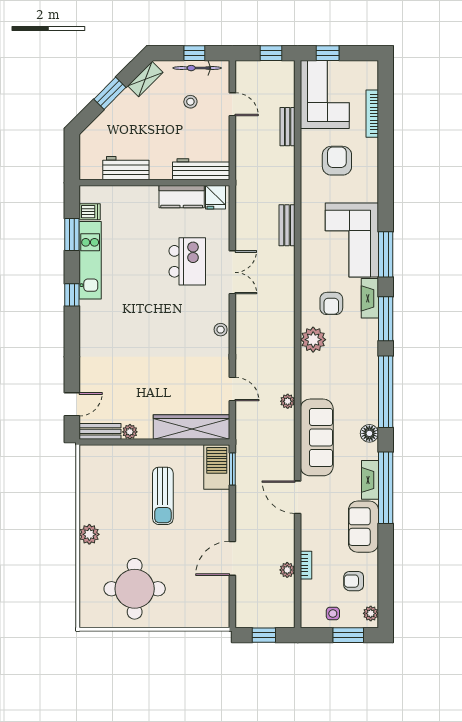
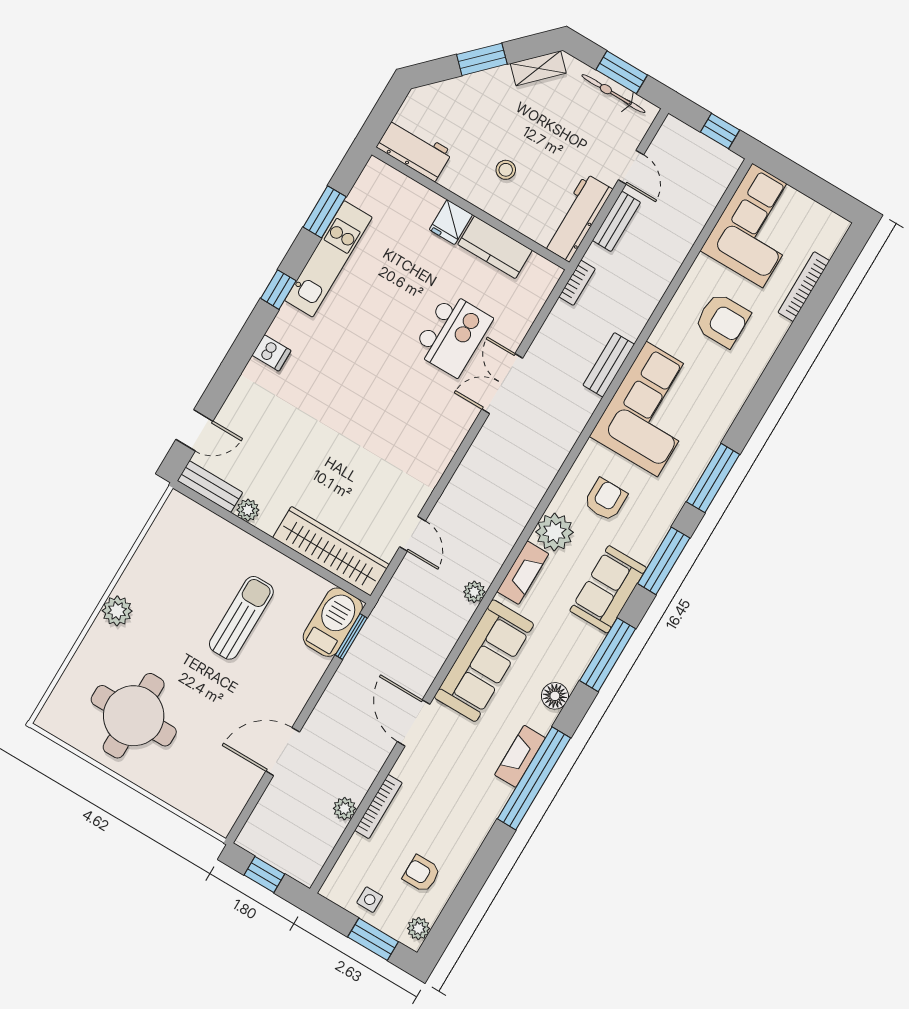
window: (194, 53) -> (622, 72), width x1.50
window: (328, 53) -> (793, 174), removed
stool: (190, 102) -> (506, 170), moved
bench: (288, 127) -> (616, 221), moved
armchair: (337, 161) -> (722, 320), turned 90
workbench: (126, 168) -> (414, 150), moved
workbench: (201, 169) -> (578, 218), moved, turned -90
bookcase: (241, 189) -> (577, 283), added
fridge: (216, 197) -> (451, 222), moved
dishwasher: (90, 212) -> (271, 353), moved
corner sofa: (352, 240) -> (652, 409), moved, turned 180
double door: (232, 272) -> (502, 384), swing flipped
fireplace: (370, 298) -> (523, 573), moved, turned 180
armchair: (331, 303) -> (606, 500), turned 180
stool: (221, 330) -> (443, 448), removed
window: (386, 392) -> (608, 655), width x0.68
sun lounger: (163, 496) -> (241, 618), turned 180
sofa: (363, 527) -> (608, 589), moved
bookcase: (306, 565) -> (378, 807), width x1.56

